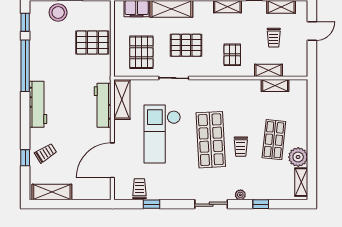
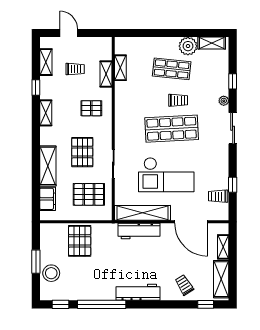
shelving: (122, 100) -> (142, 213), width x1.47
window: (25, 158) -> (206, 304), moved
shelving: (86, 194) -> (223, 247), added

